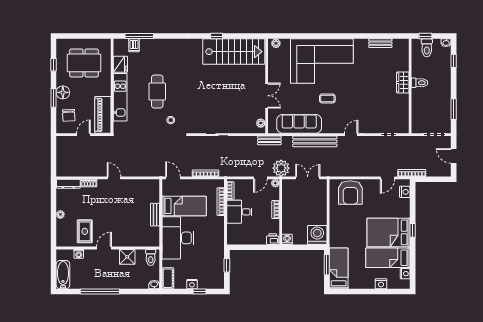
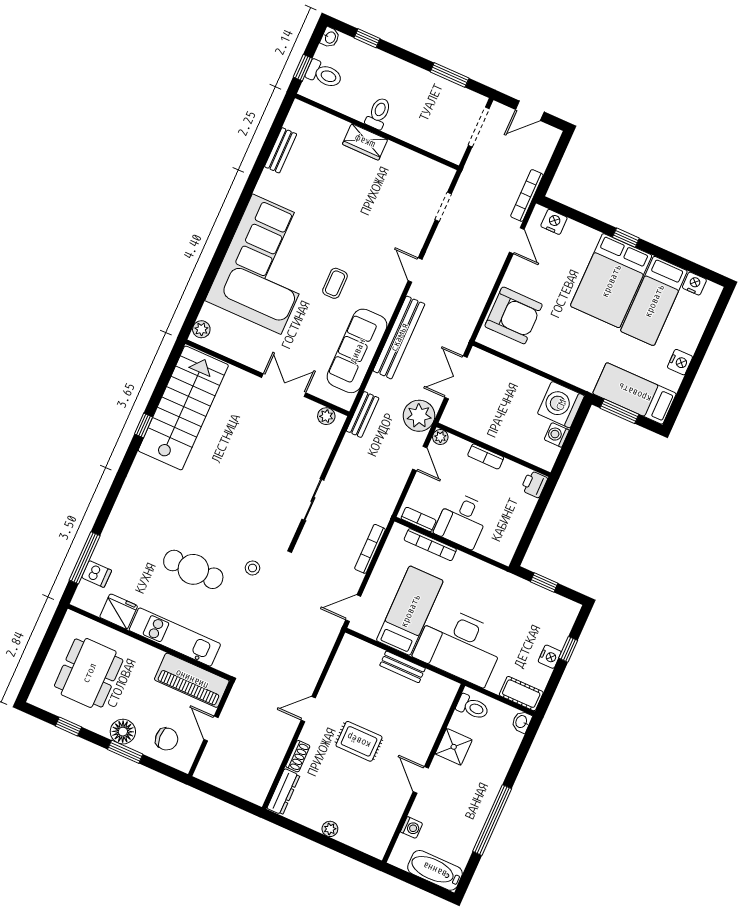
rug: (85, 231) -> (359, 741), moved
washing machine: (287, 239) -> (557, 435), moved
nightstand: (381, 284) -> (680, 362), moved

